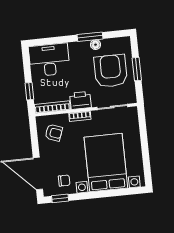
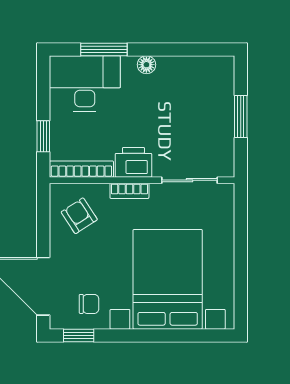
window: (90, 37) -> (104, 50), moved
floor lamp: (96, 45) -> (146, 65), moved
armchair: (111, 71) -> (193, 115), removed
armchair: (54, 133) -> (79, 216), turned -143

